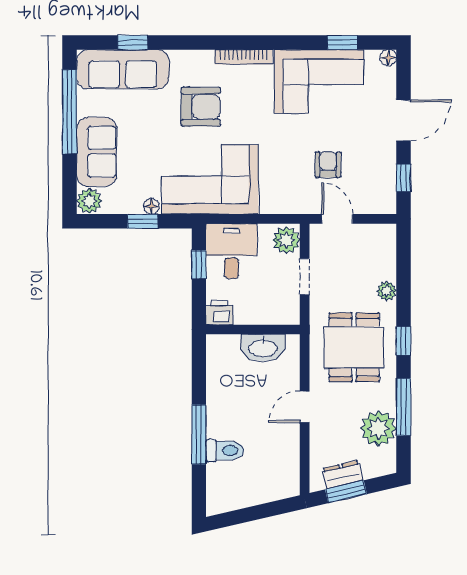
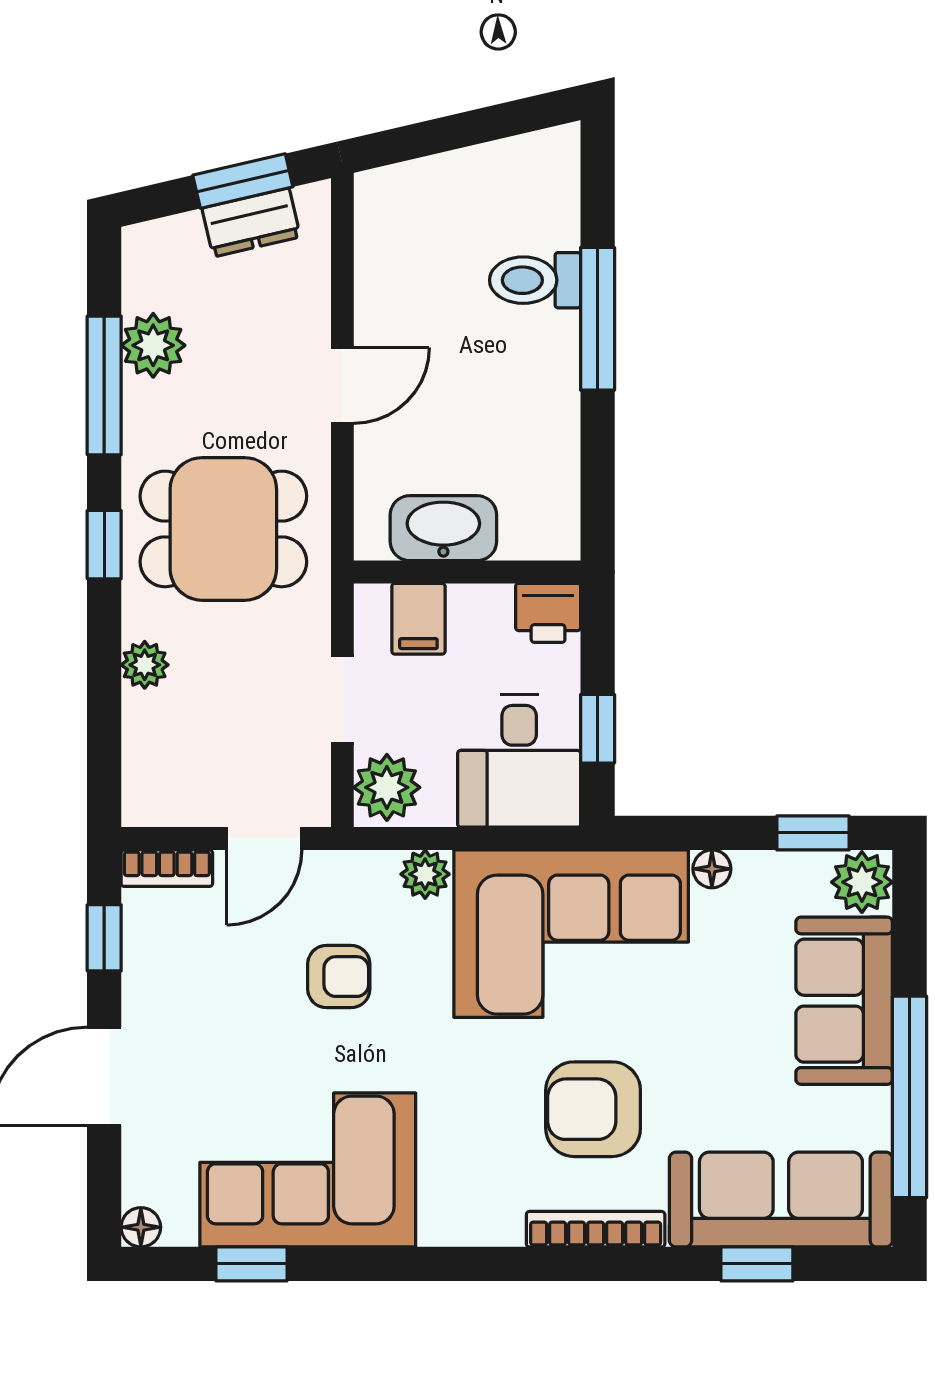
bookcase: (244, 57) -> (596, 1229), moved
armchair: (328, 165) -> (339, 977), moved, turned -90
plant: (270, 204) -> (425, 874), added
bookcase: (377, 207) -> (167, 868), added
door: (337, 219) -> (264, 839), hinge flipped
window: (143, 221) -> (813, 833), moved
filing cabinet: (273, 310) -> (418, 619), added
dining table: (354, 347) -> (223, 529), turned 90
plant: (378, 428) -> (153, 345), width x0.73, depth x0.73

